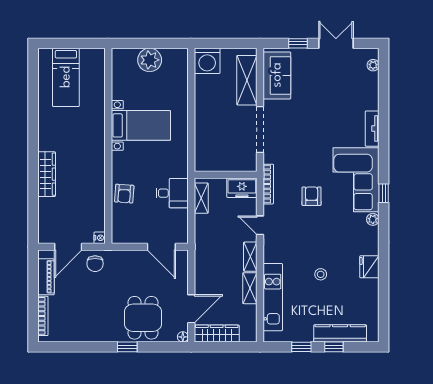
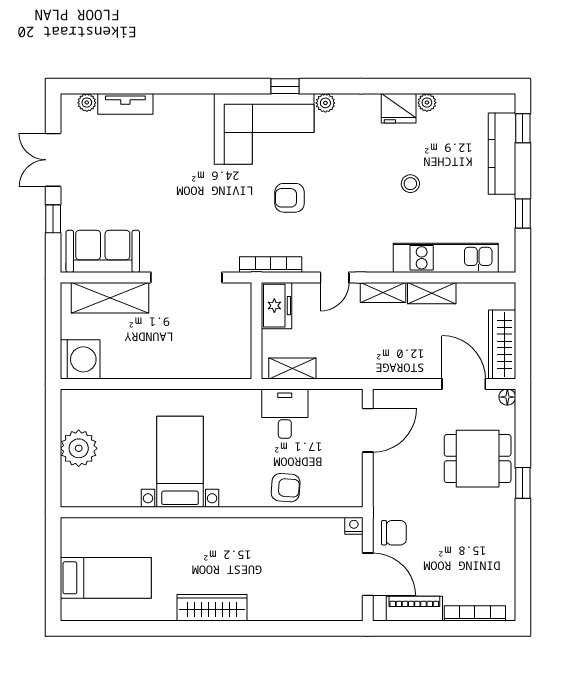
tv unit: (372, 129) -> (125, 104), moved
wardrobe: (47, 174) -> (212, 608), moved
plant: (373, 285) -> (427, 103), added
window: (334, 347) -> (523, 128), moved

